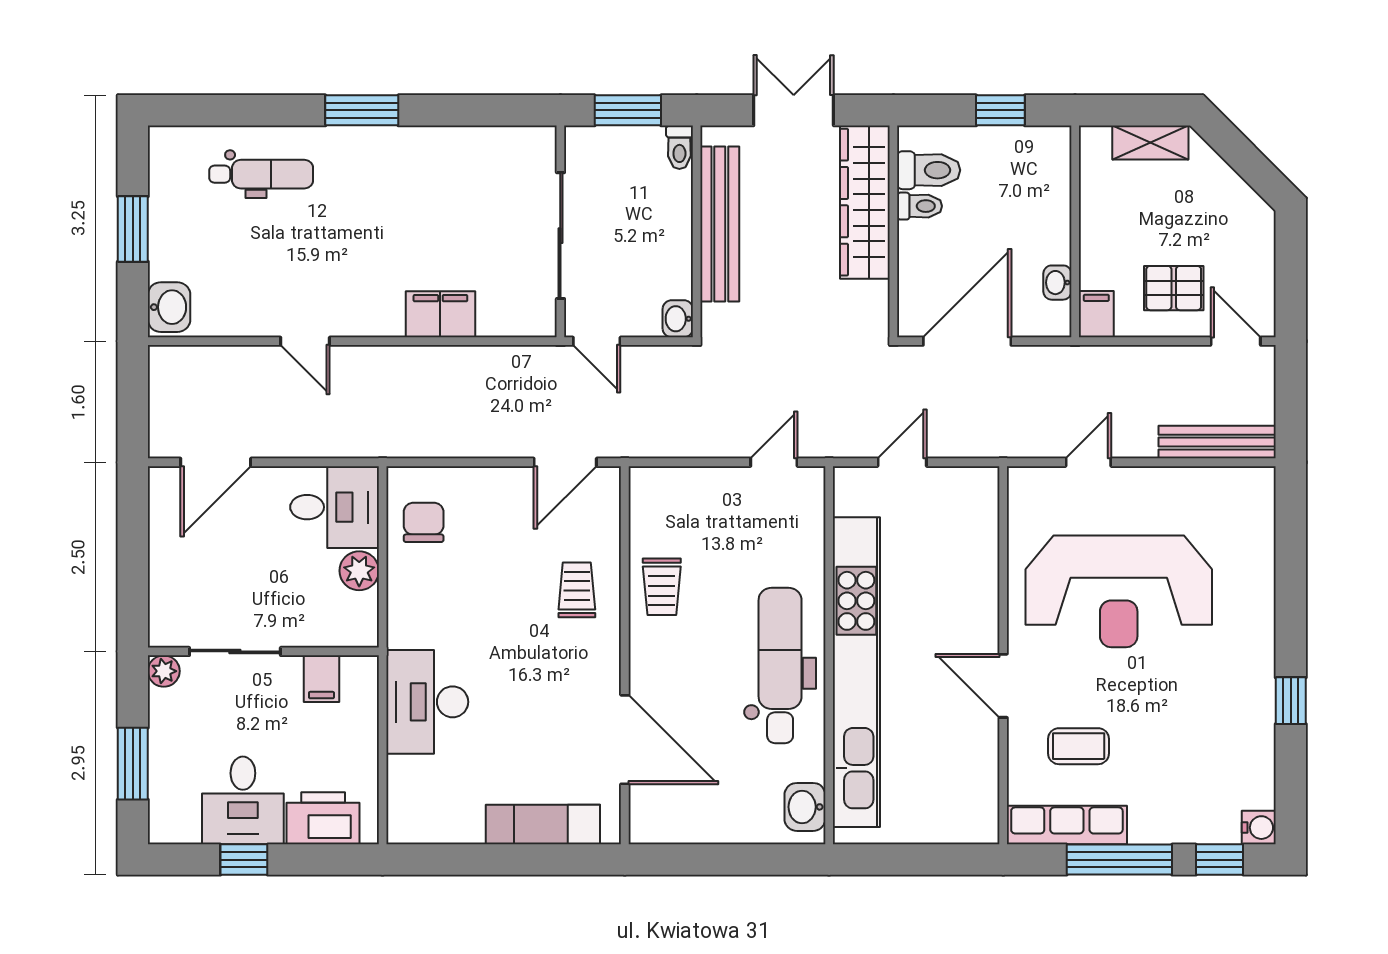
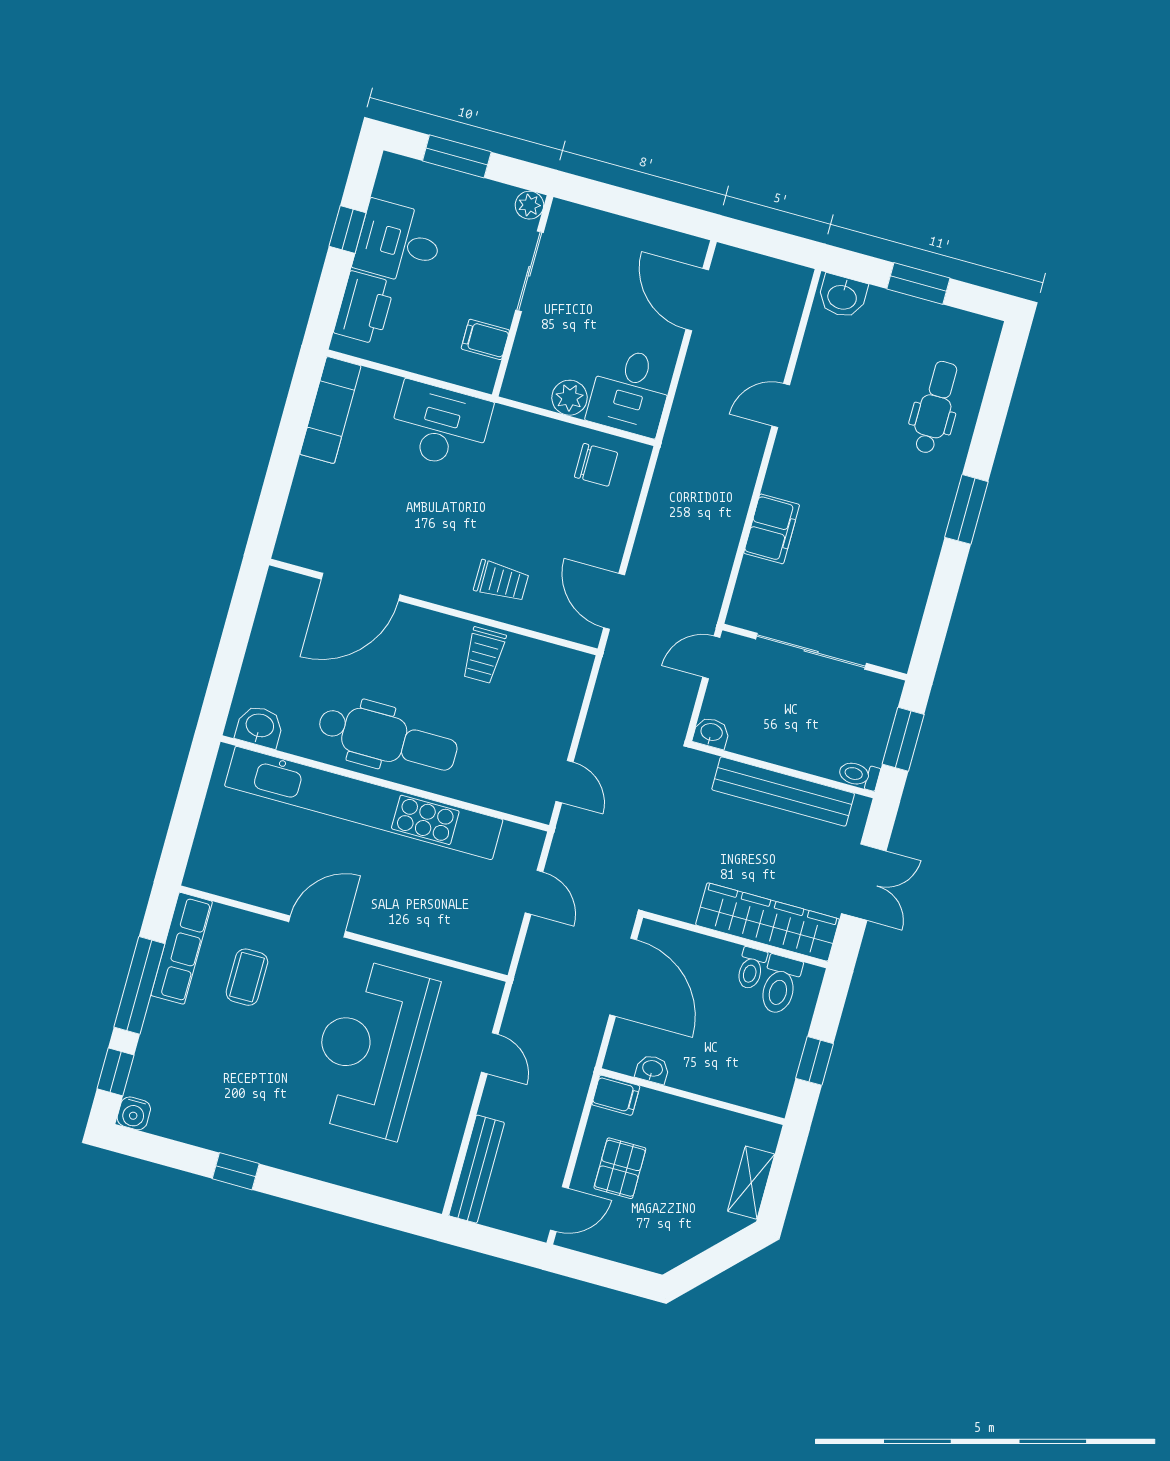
dental chair: (261, 174) -> (935, 407), turned 180
trolley: (662, 587) -> (484, 655), turned -90
exam couch: (543, 824) -> (330, 410), moved

